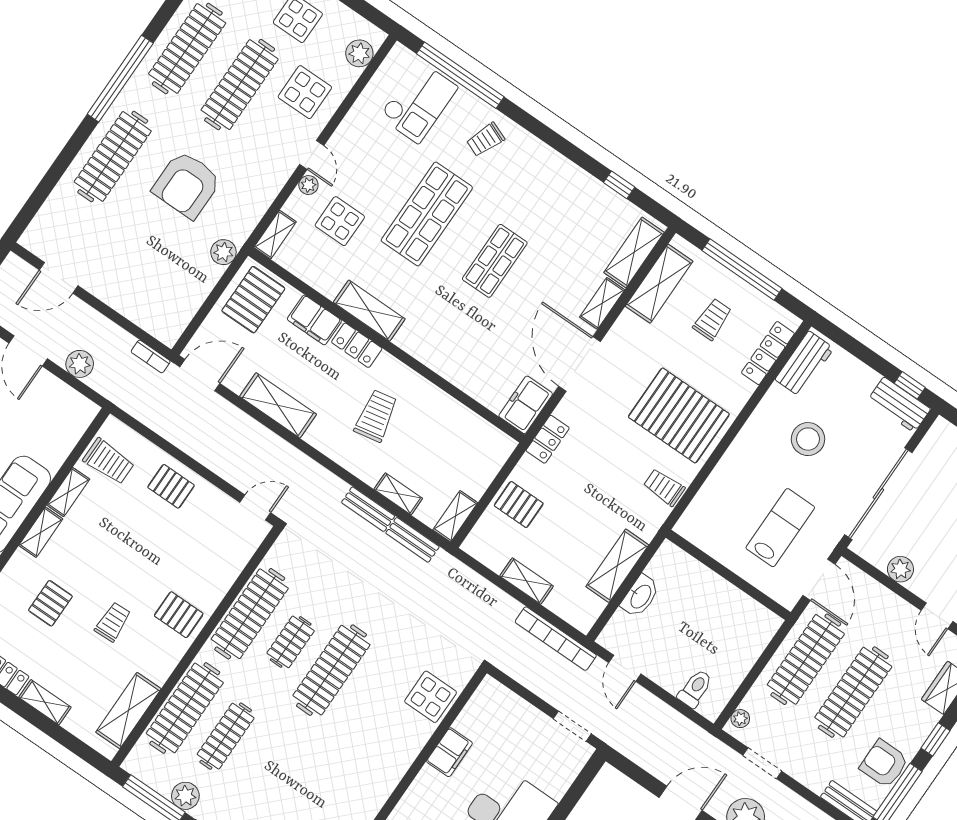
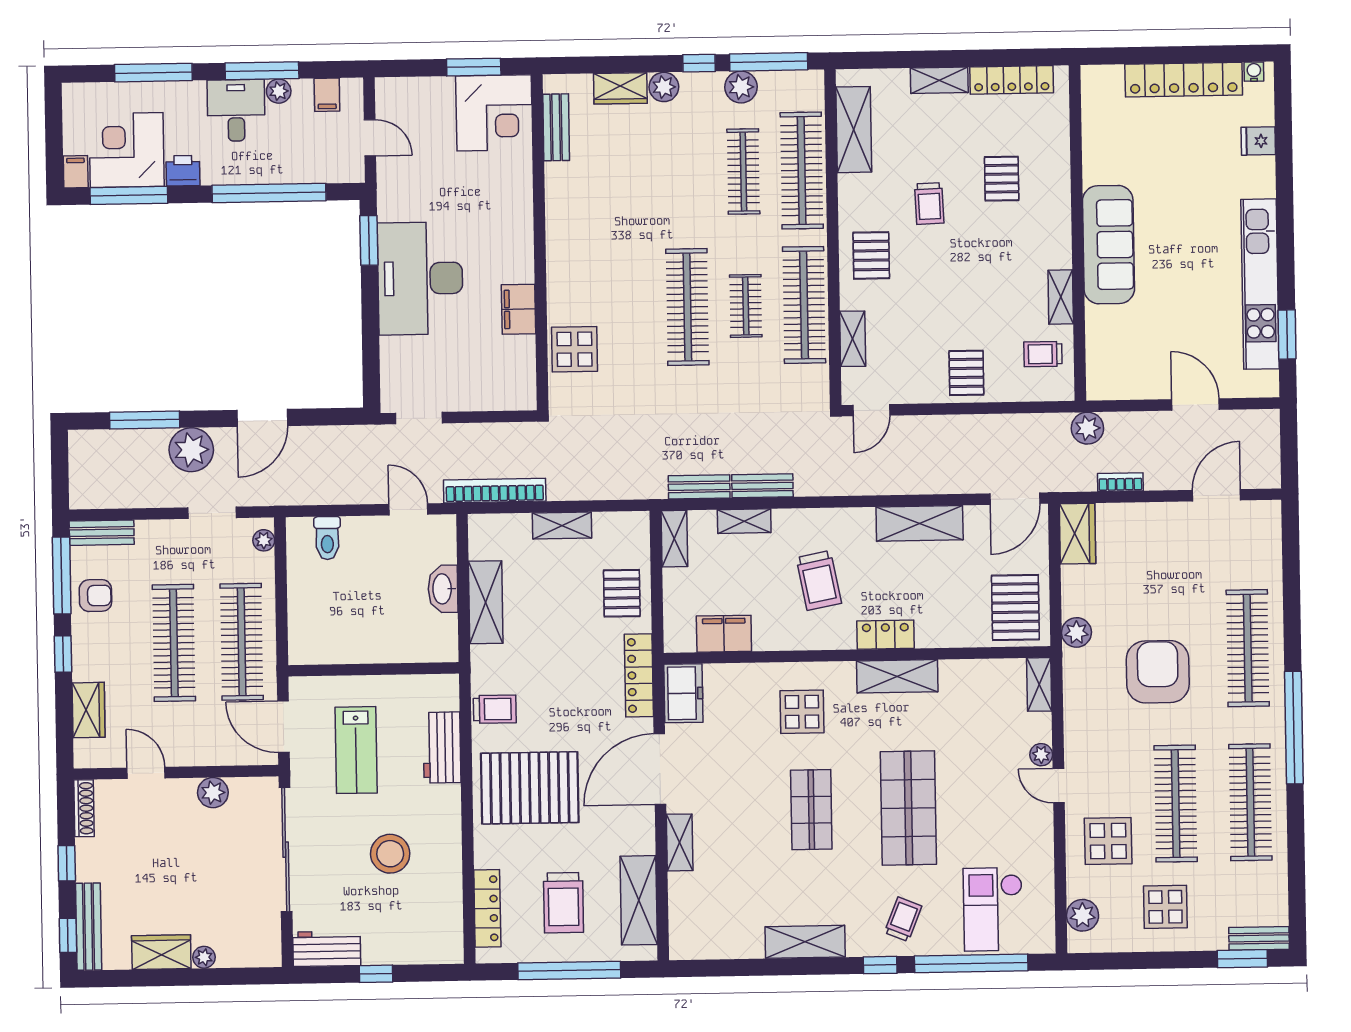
window: (619, 185) -> (880, 965), moved
display table: (340, 221) -> (802, 712), moved
shelving: (634, 252) -> (805, 942), moved, turned 90
trolley: (712, 319) -> (563, 903), width x1.36, depth x1.39
wardrobe: (174, 320) -> (1077, 534), added
filing cabinet: (314, 320) -> (724, 634), moved
bookcase: (151, 357) -> (1120, 482), moved
plant: (80, 364) -> (1087, 428), moved
door: (579, 364) -> (660, 769), swing flipped
workbench: (804, 364) -> (442, 747), moved
window: (910, 385) -> (376, 974), moved
locker: (548, 439) -> (639, 675), width x1.53
trolley: (109, 461) -> (1043, 354), width x0.73, depth x0.72
pallet: (171, 486) -> (966, 373), turned 90
pallet: (519, 505) -> (622, 593), turned 90
shelving: (41, 532) -> (853, 339), moved
pallet: (179, 615) -> (871, 255), turned 90
armchair: (884, 764) -> (95, 596), width x0.72, depth x0.72

